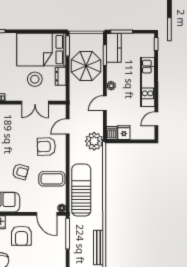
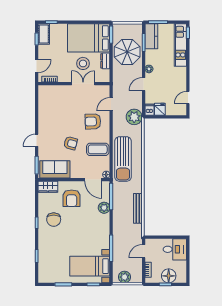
kitchen unit: (148, 82) -> (180, 45), moved
double door: (35, 103) -> (83, 84), swing flipped
sun lounger: (81, 190) -> (123, 159), turned 180
plant: (59, 247) -> (104, 208), added

